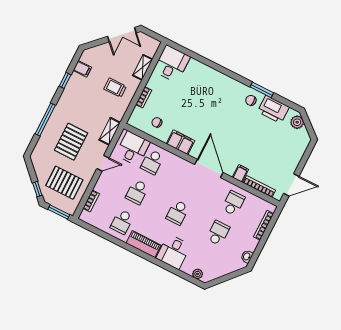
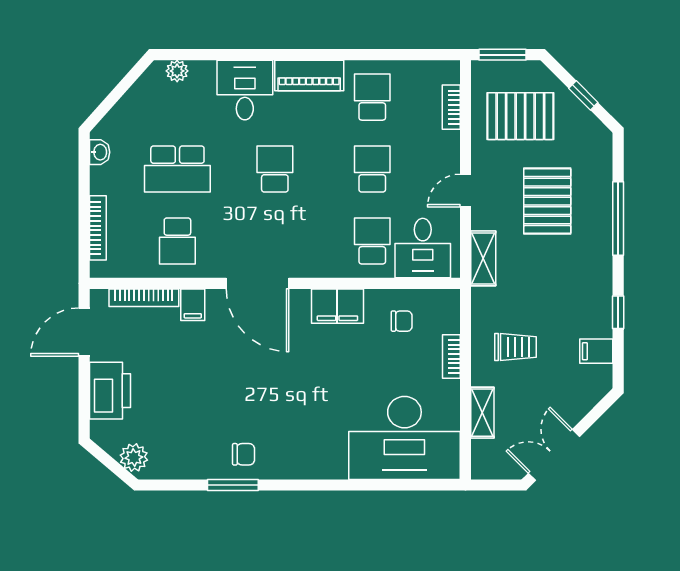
desk: (172, 64) -> (404, 438), width x1.87, depth x1.30
printer: (273, 109) -> (110, 391), moved, turned 90
window: (37, 189) -> (583, 95), moved
school desk: (218, 233) -> (177, 169), width x1.85

